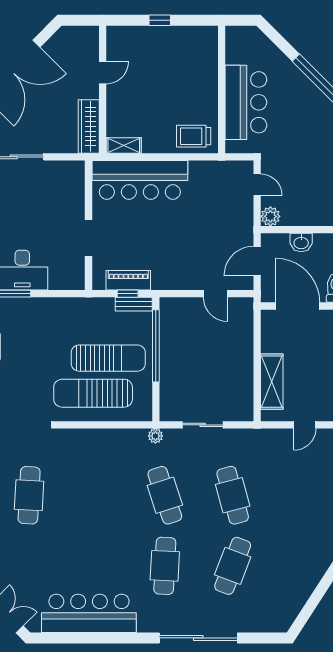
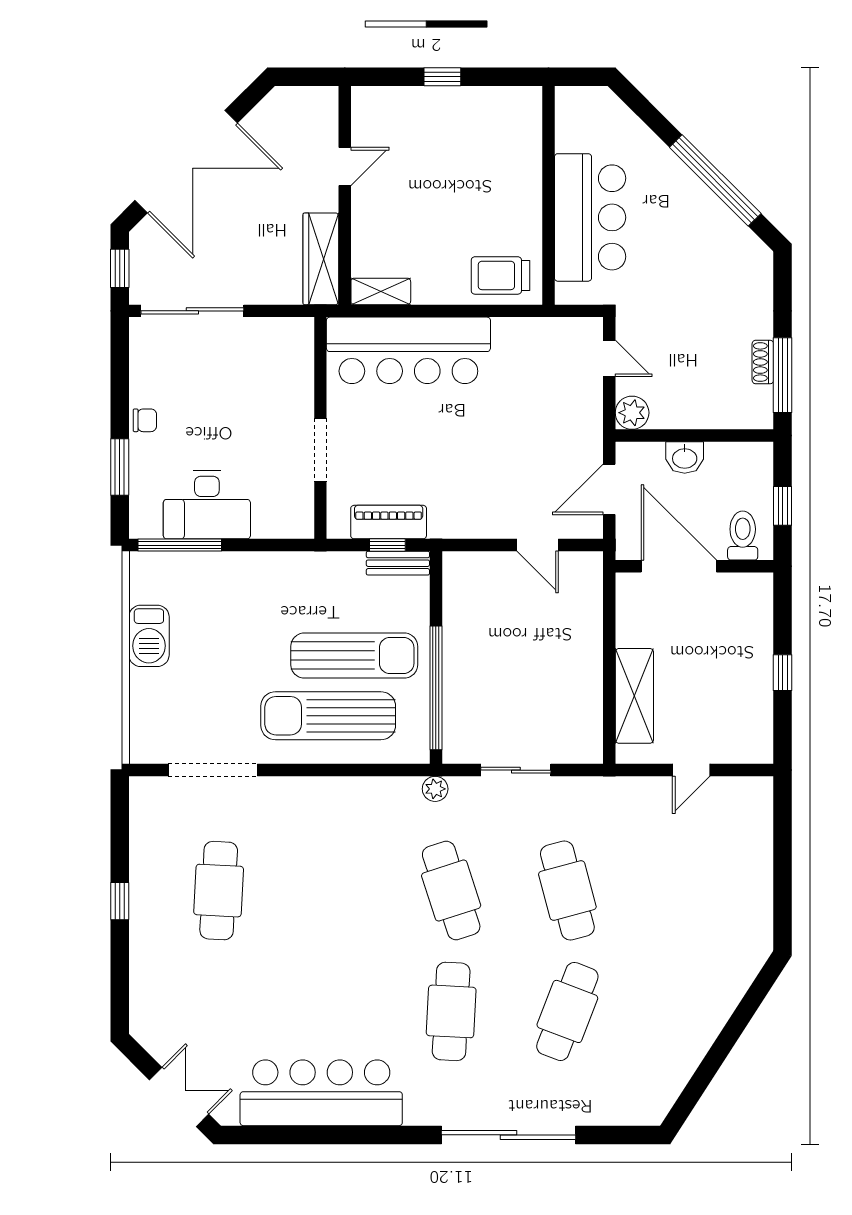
window: (156, 346) -> (436, 688), moved

